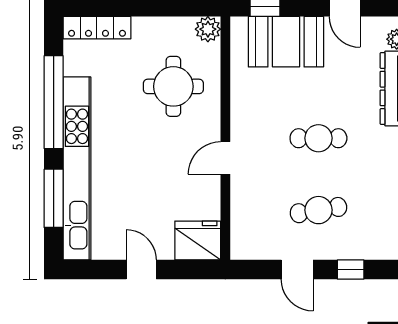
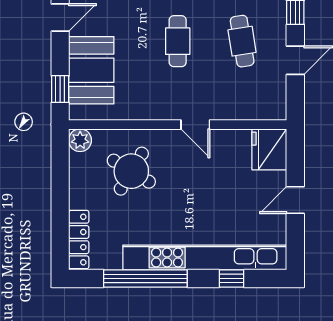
round table: (173, 86) -> (131, 171), turned 31
window: (54, 198) -> (232, 278), width x0.46

